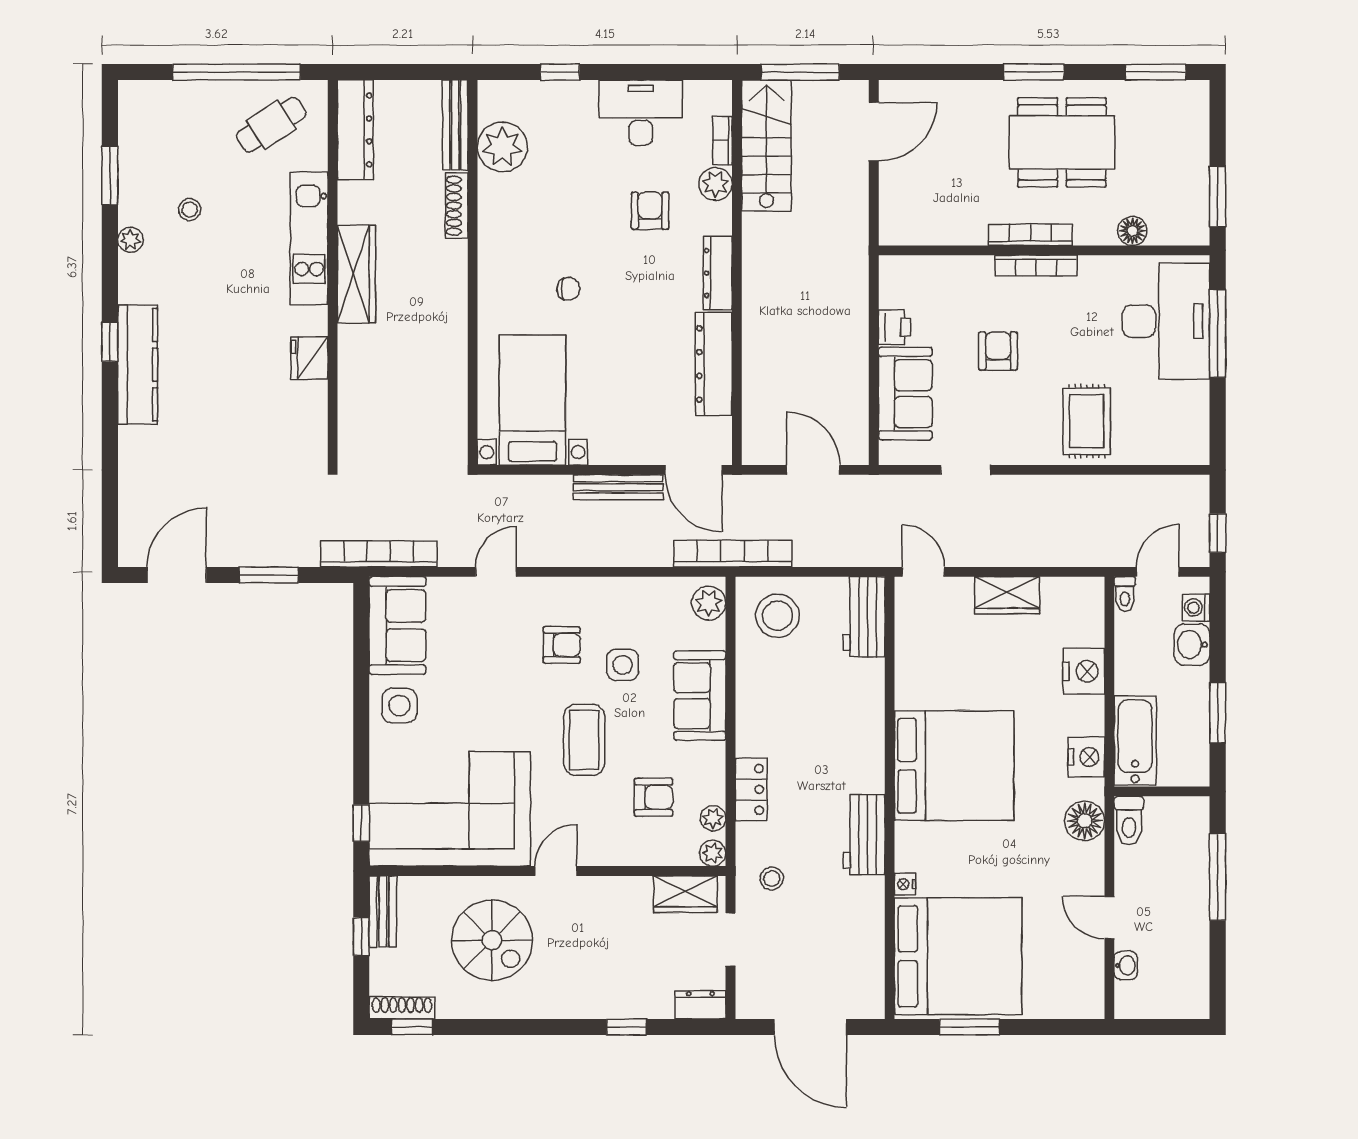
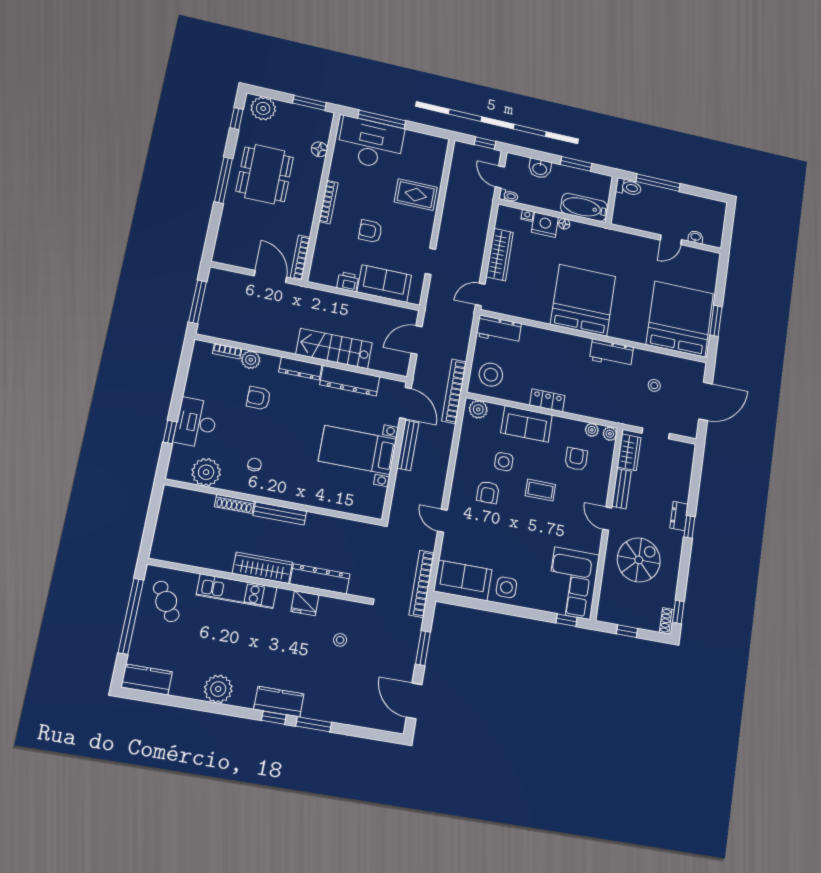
window: (1034, 72) -> (223, 180), width x1.44
window: (1156, 72) -> (236, 119), width x0.67
desk: (641, 113) -> (196, 423), moved
plant: (1187, 116) -> (263, 108), added
kitchen counter: (137, 119) -> (147, 679), added
bench: (455, 125) -> (280, 513), moved
dresser: (355, 130) -> (320, 579), moved
door: (874, 132) -> (270, 277), moved
stairs: (766, 146) -> (334, 348), moved
window: (110, 176) -> (314, 724), moved
stool: (190, 210) -> (340, 640), moved
bookcase: (1030, 235) -> (300, 258), moved
plant: (130, 240) -> (218, 689), width x1.88, depth x1.88
chair: (568, 289) -> (254, 465), moved
kitchen counter: (138, 365) -> (279, 702), width x0.67
bed with nightstands: (532, 400) -> (358, 450), moved
door: (694, 470) -> (405, 403), hinge flipped
wardrobe: (1007, 595) -> (500, 255), width x1.50
washing machine: (1196, 608) -> (521, 162), removed
armchair: (562, 645) -> (488, 492), turned 180
coffee table: (584, 740) -> (540, 490), width x0.73, depth x0.77
nightstand: (1086, 757) -> (527, 215), moved, width x0.53, depth x0.56
locker: (751, 789) -> (547, 400), moved
corner sofa: (450, 809) -> (573, 583), width x0.73, depth x0.74
floor lamp: (1085, 821) -> (564, 224), moved, width x0.53, depth x0.53
toilet: (1129, 821) -> (629, 187), moved
stool: (772, 878) -> (654, 385), moved
nightstand: (905, 884) -> (640, 338), removed
bench: (383, 911) -> (621, 489), moved, turned 90
dresser: (700, 1005) -> (679, 516), moved
shoe rack: (402, 1008) -> (667, 621), width x0.70
window: (627, 1027) -> (689, 527), moved

